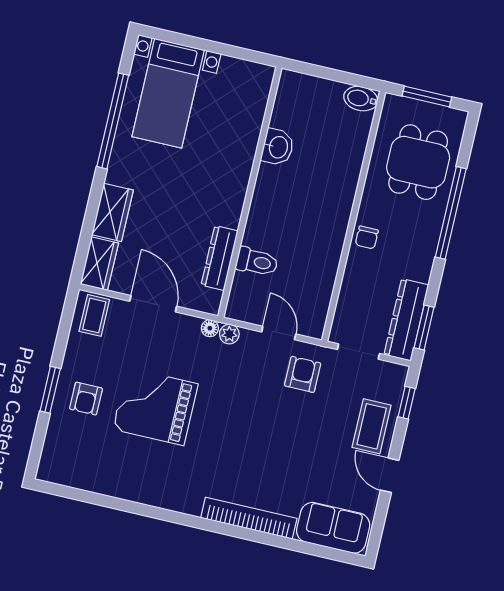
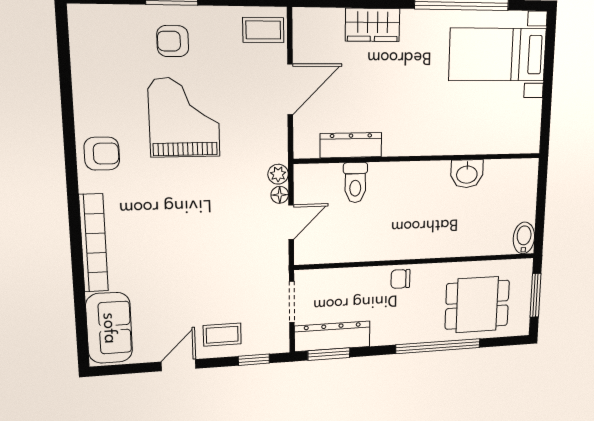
wardrobe: (99, 264) -> (318, 23), removed
floor lamp: (210, 328) -> (280, 195), moved
armchair: (303, 374) -> (102, 154), moved
coffee table: (372, 426) -> (222, 335), width x0.73, depth x0.77

